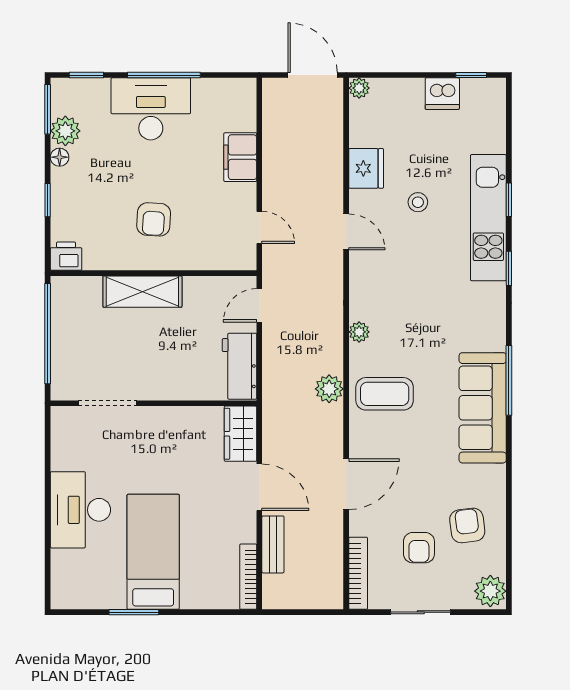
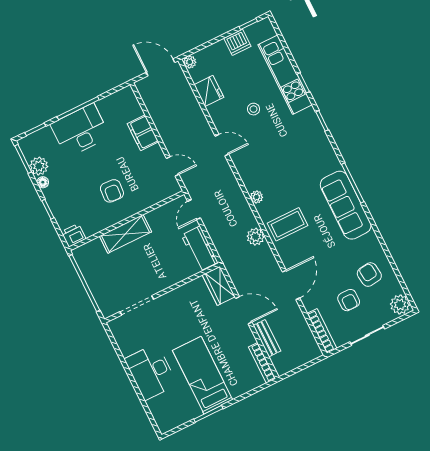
fridge: (366, 168) -> (209, 91), moved
kitchen unit: (488, 218) -> (285, 75), moved

